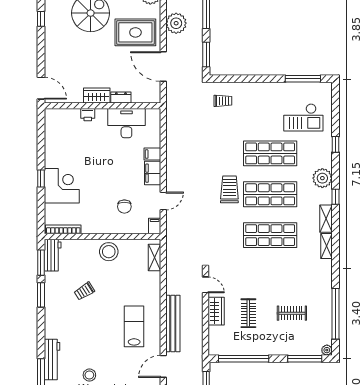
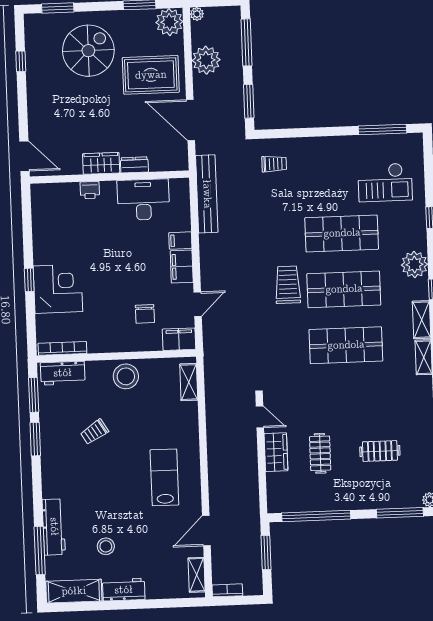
filing cabinet: (155, 226) -> (179, 339), width x2.00
workbench: (53, 255) -> (63, 373), moved, turned 90
bench: (173, 323) -> (207, 194), moved

